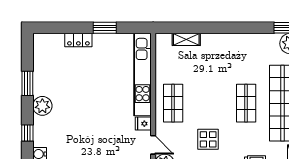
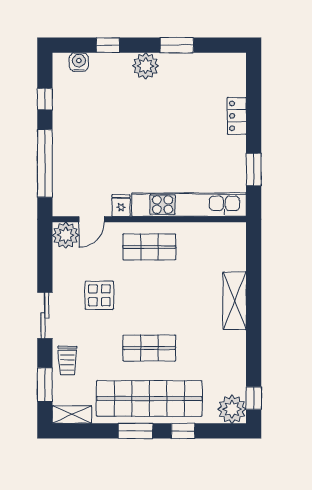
window: (105, 28) -> (254, 170), moved
shelving: (186, 39) -> (235, 301), moved, width x1.50, depth x1.33

